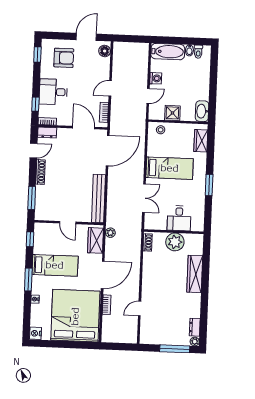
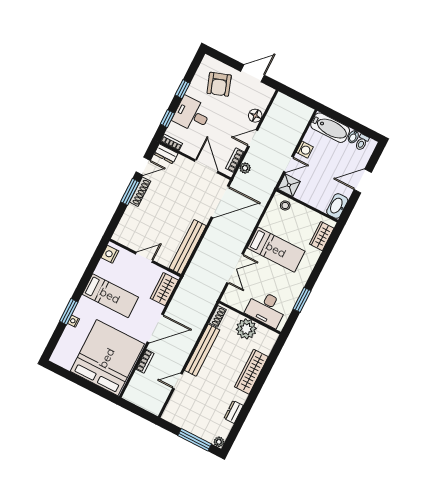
floor lamp: (105, 51) -> (255, 116), moved
window: (37, 54) -> (183, 89), moved
armchair: (64, 58) -> (219, 84), turned 71
door: (213, 82) -> (363, 181), added
shower: (172, 113) -> (289, 185), moved
window: (209, 185) -> (302, 300), moved
window: (32, 198) -> (130, 192), moved
desk: (179, 218) -> (266, 308), width x1.37
door: (68, 223) -> (144, 257), swing flipped
plant: (110, 233) -> (245, 168), moved
window: (30, 239) -> (97, 257), removed
bench: (148, 275) -> (202, 350), added
window: (28, 280) -> (69, 312), moved
dresser: (195, 327) -> (234, 412), moved
nightstand: (35, 333) -> (110, 254), moved

